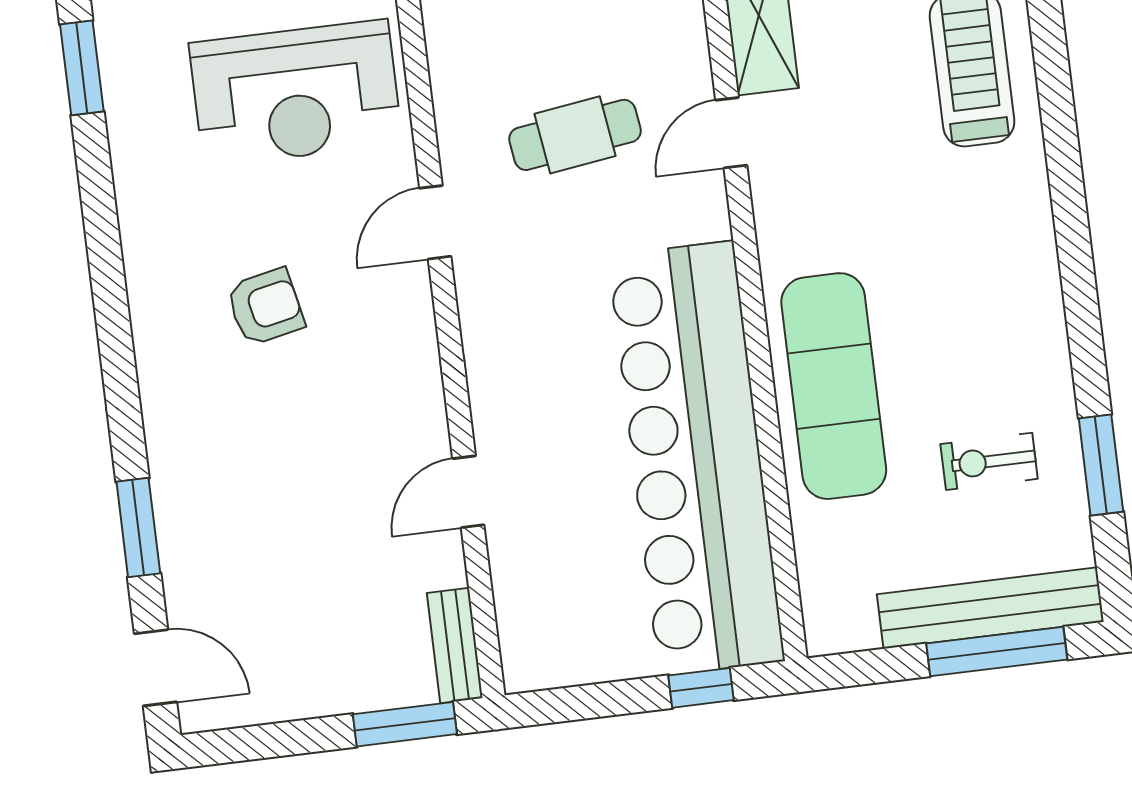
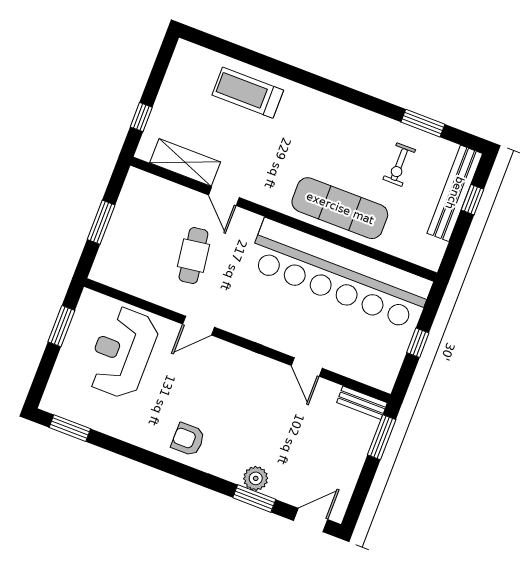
reception desk: (296, 93) -> (122, 353), turned 180
door: (435, 222) -> (199, 326), hinge flipped
armchair: (265, 307) -> (188, 439), moved, turned -78
plant: (181, 508) -> (256, 478), added
window: (997, 651) -> (472, 200), width x0.46
window: (701, 688) -> (418, 343), moved

